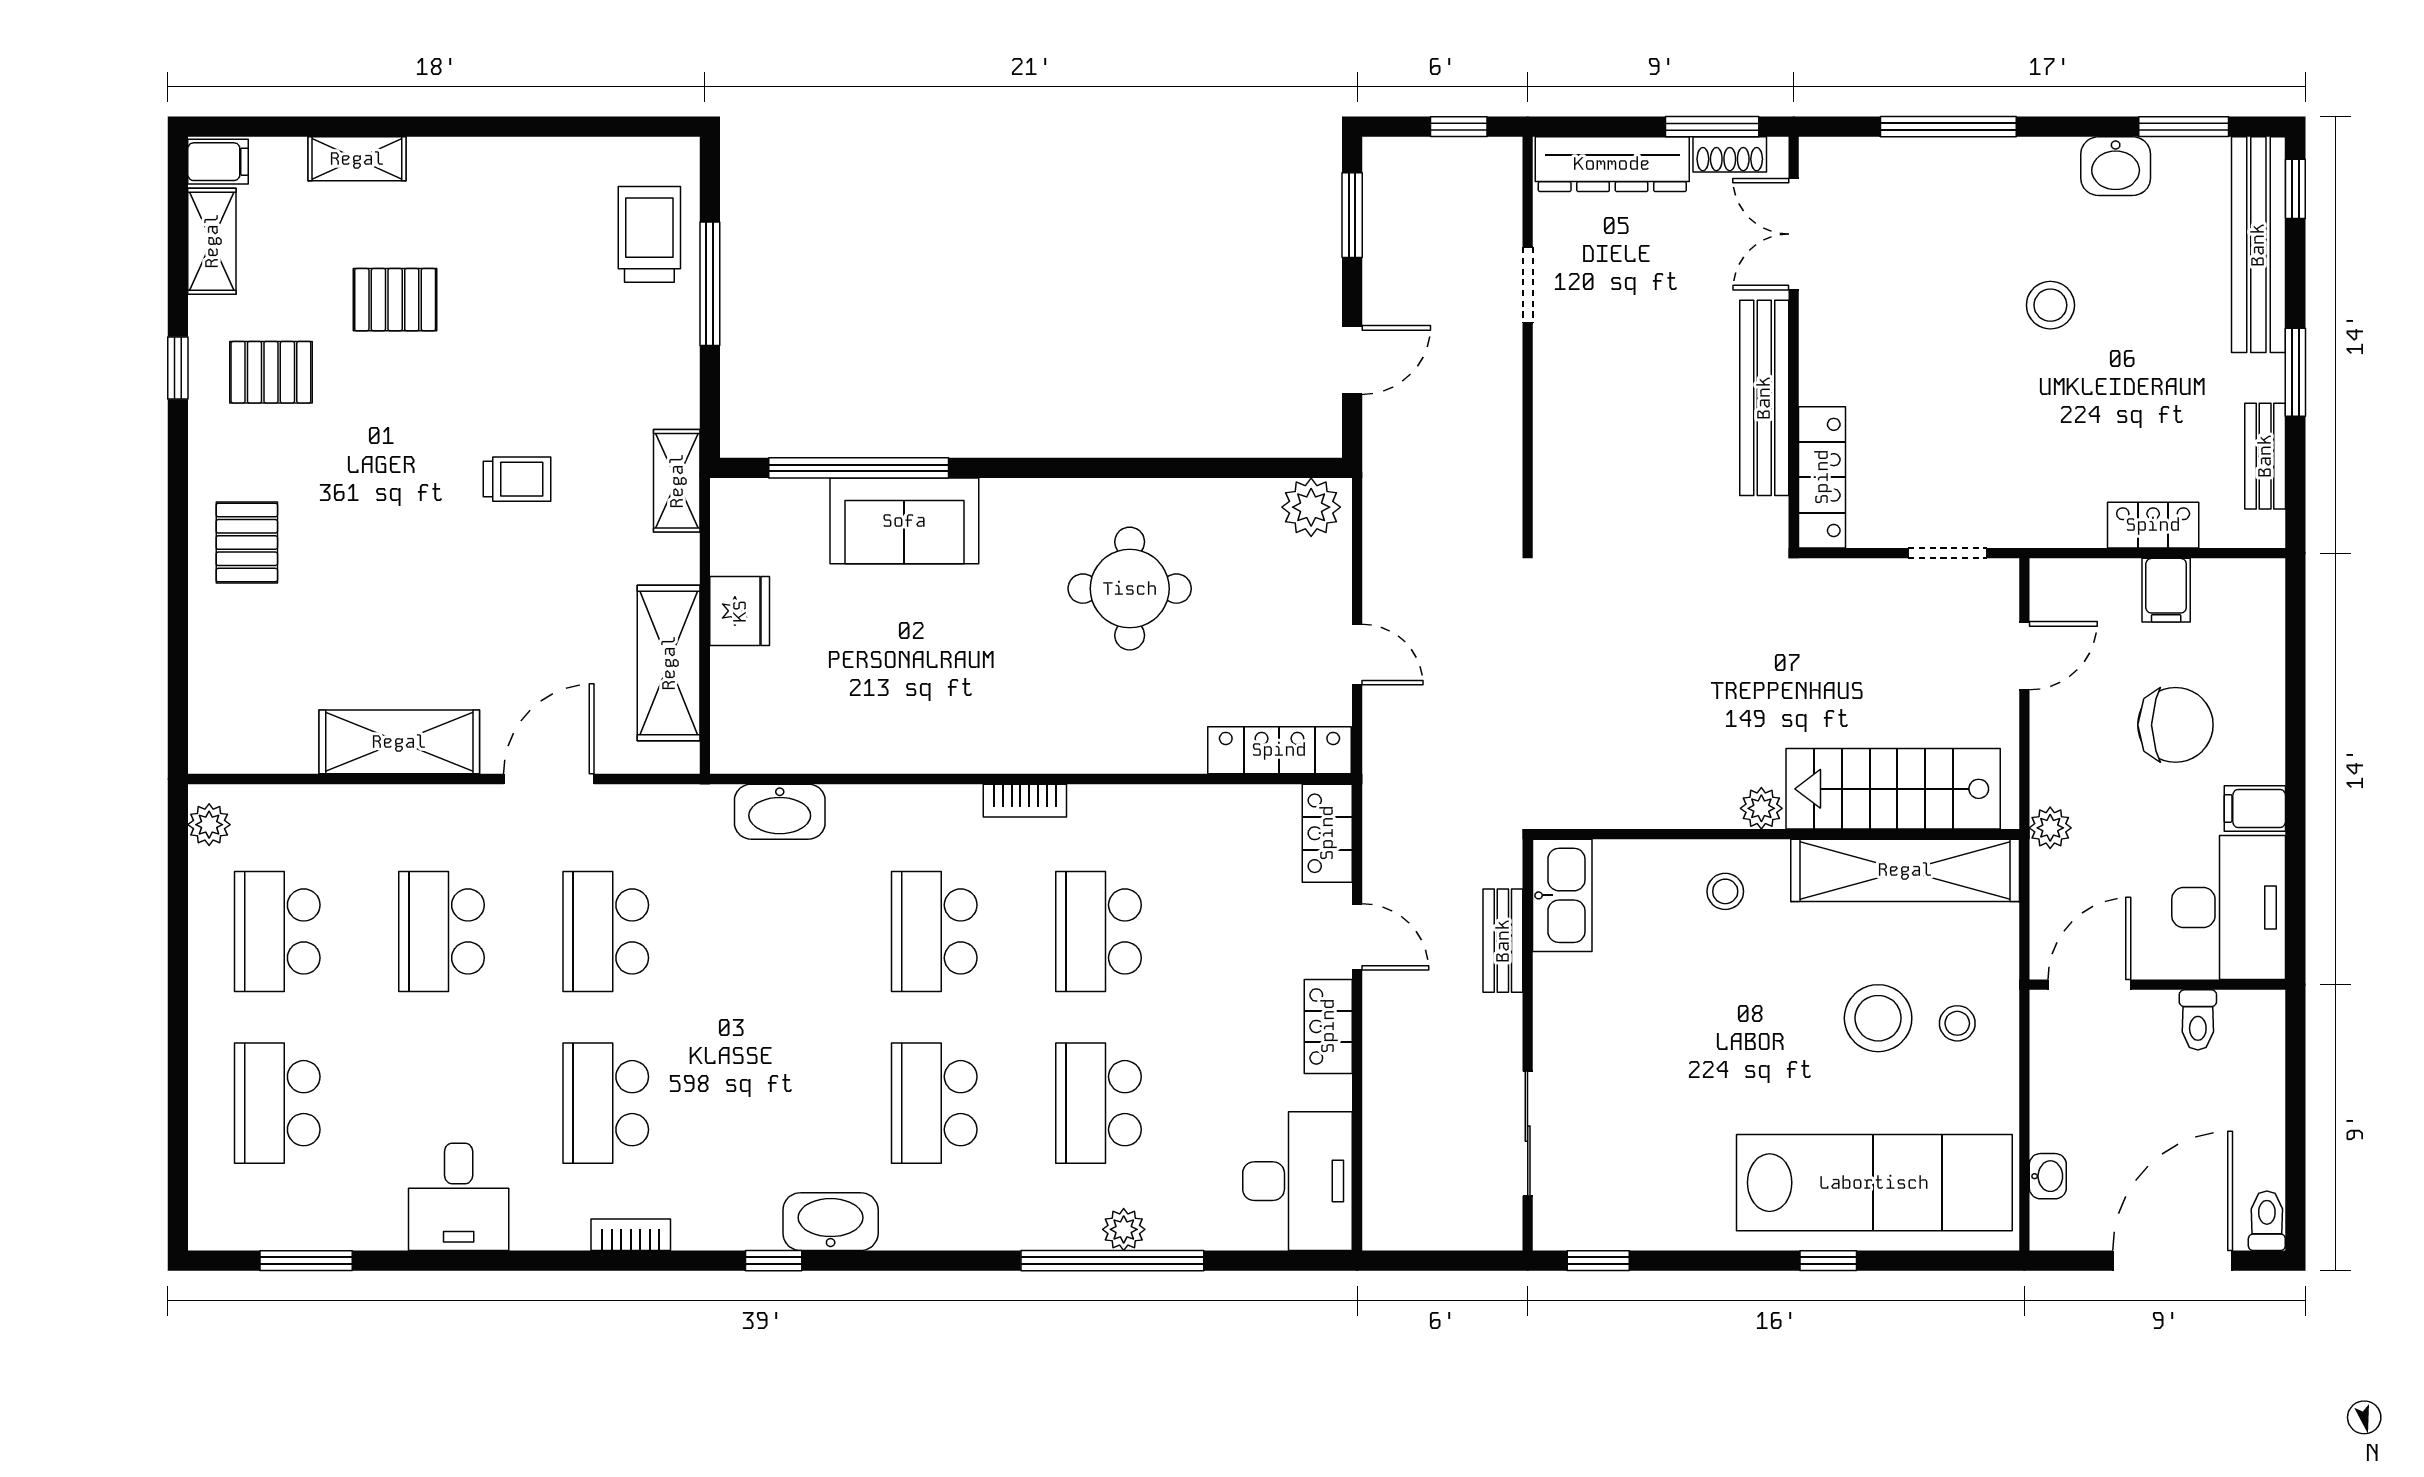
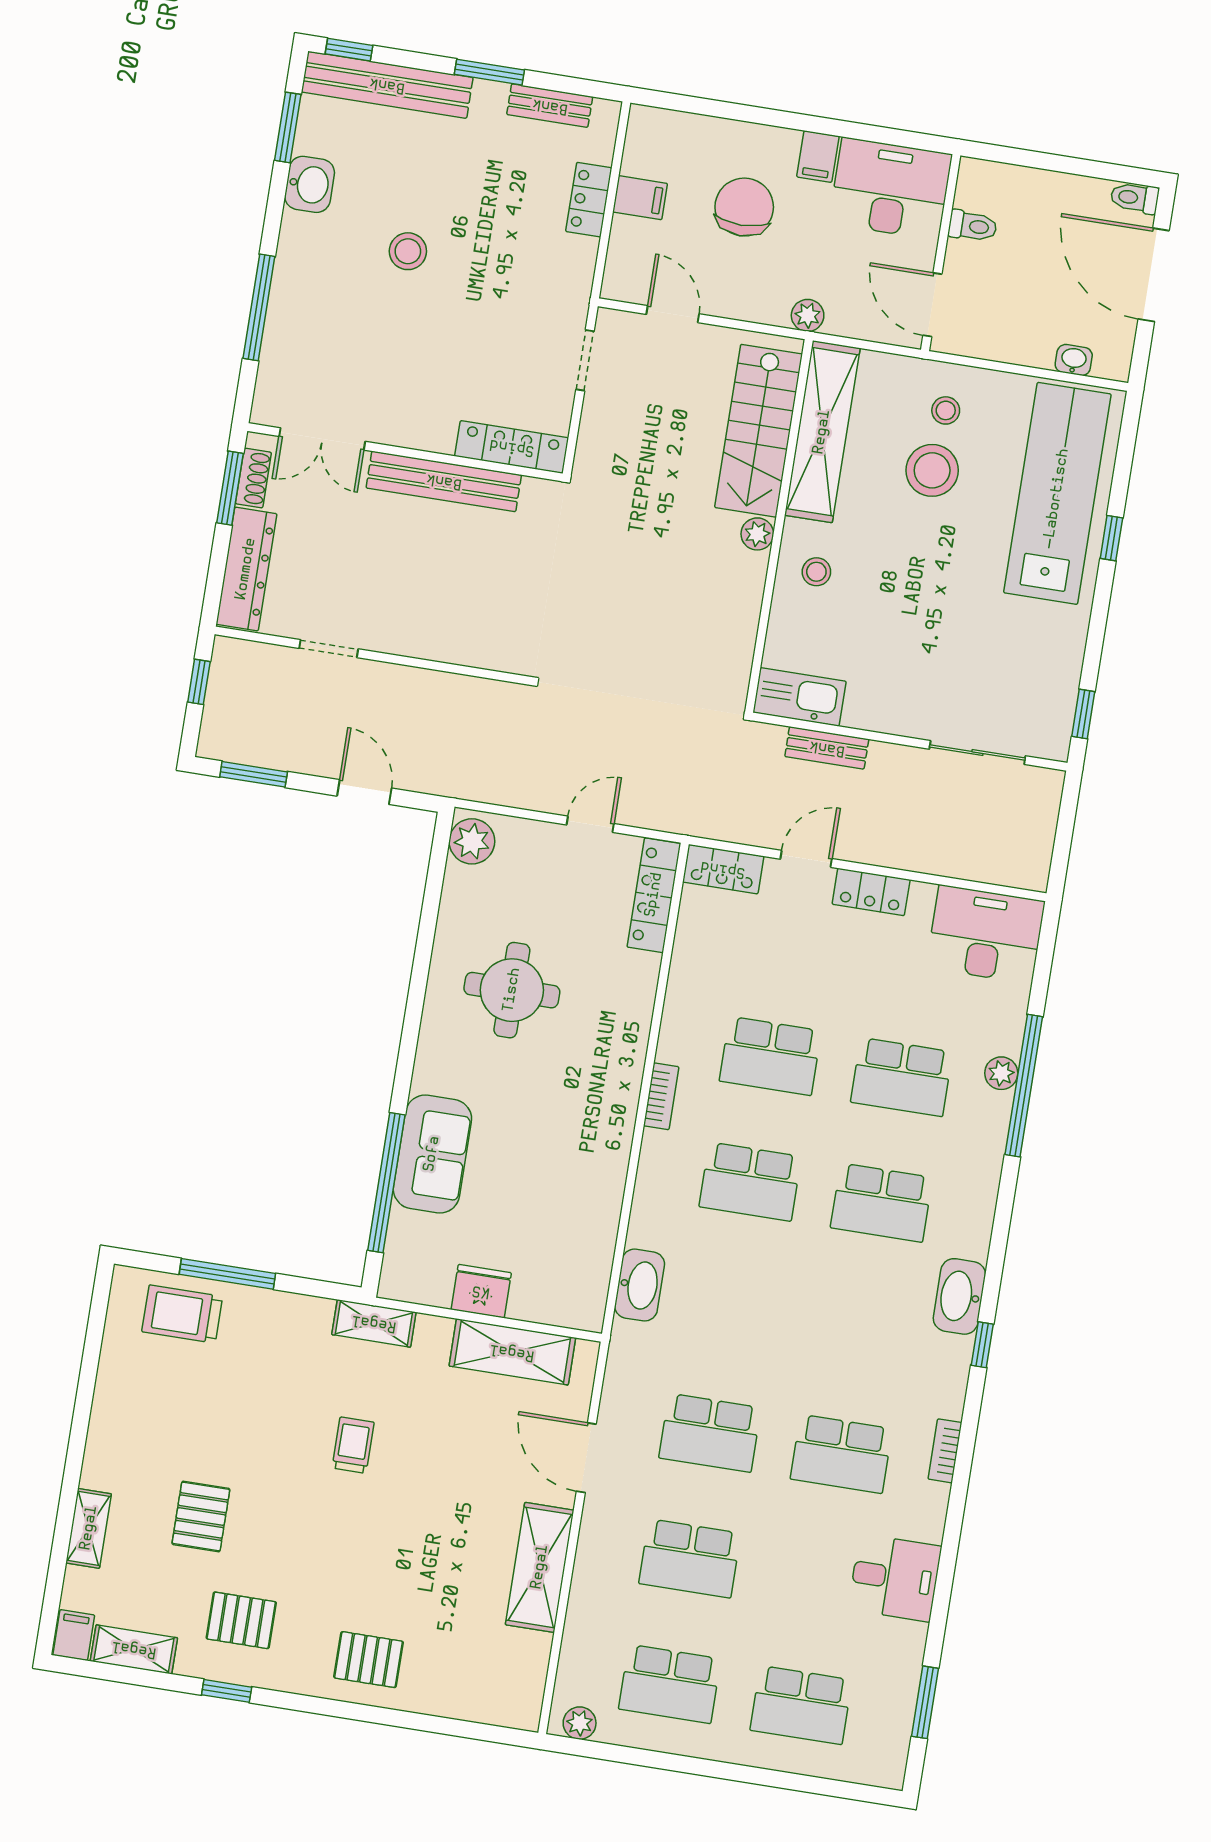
pallet: (271, 372) -> (241, 1620), turned 90

